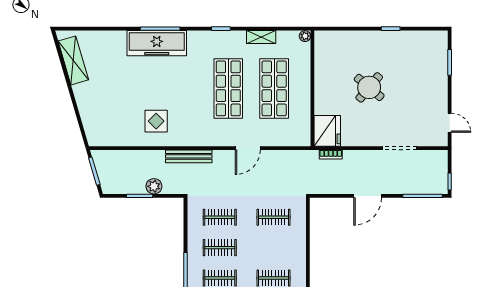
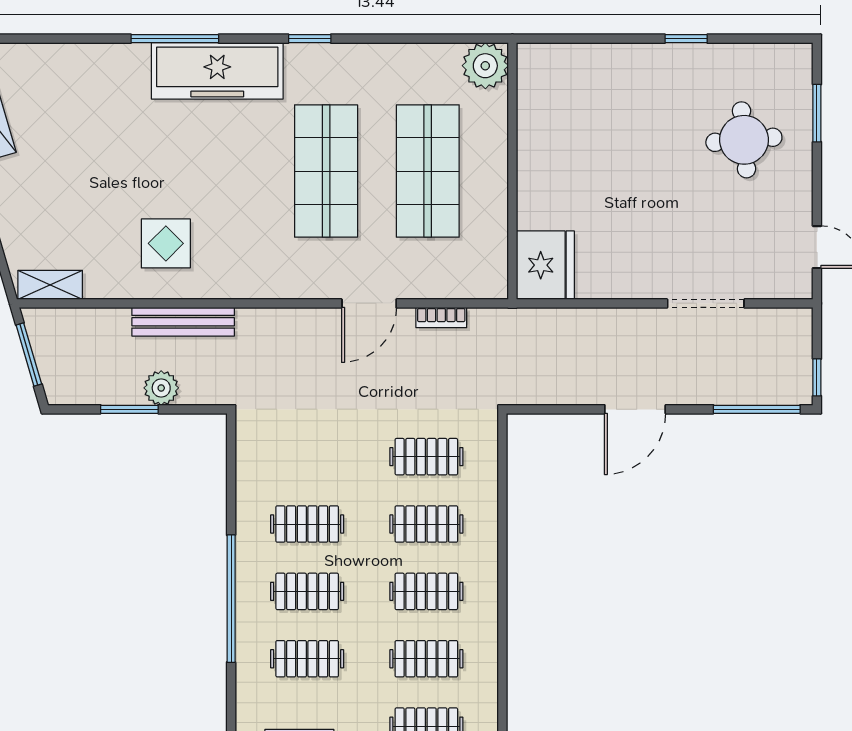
plant: (305, 36) -> (485, 66), width x1.87, depth x1.87
shelving: (261, 37) -> (50, 285), moved
freezer: (157, 43) -> (217, 71), moved
round table: (369, 87) -> (744, 140), moved, turned 45
bookcase: (331, 154) -> (441, 318), moved
bench: (189, 156) -> (183, 322), moved
clothes rail: (220, 217) -> (426, 524), moved

